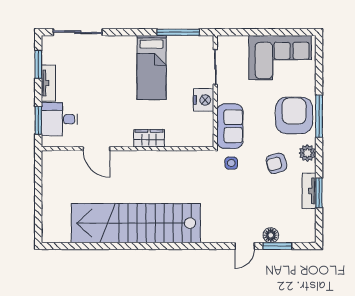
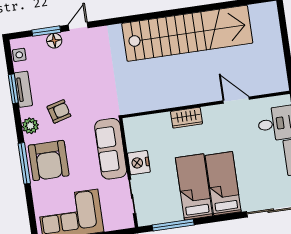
bed: (122, 67) -> (223, 184), added
sofa: (230, 126) -> (111, 149), width x1.36
side table: (231, 163) -> (19, 55), moved

